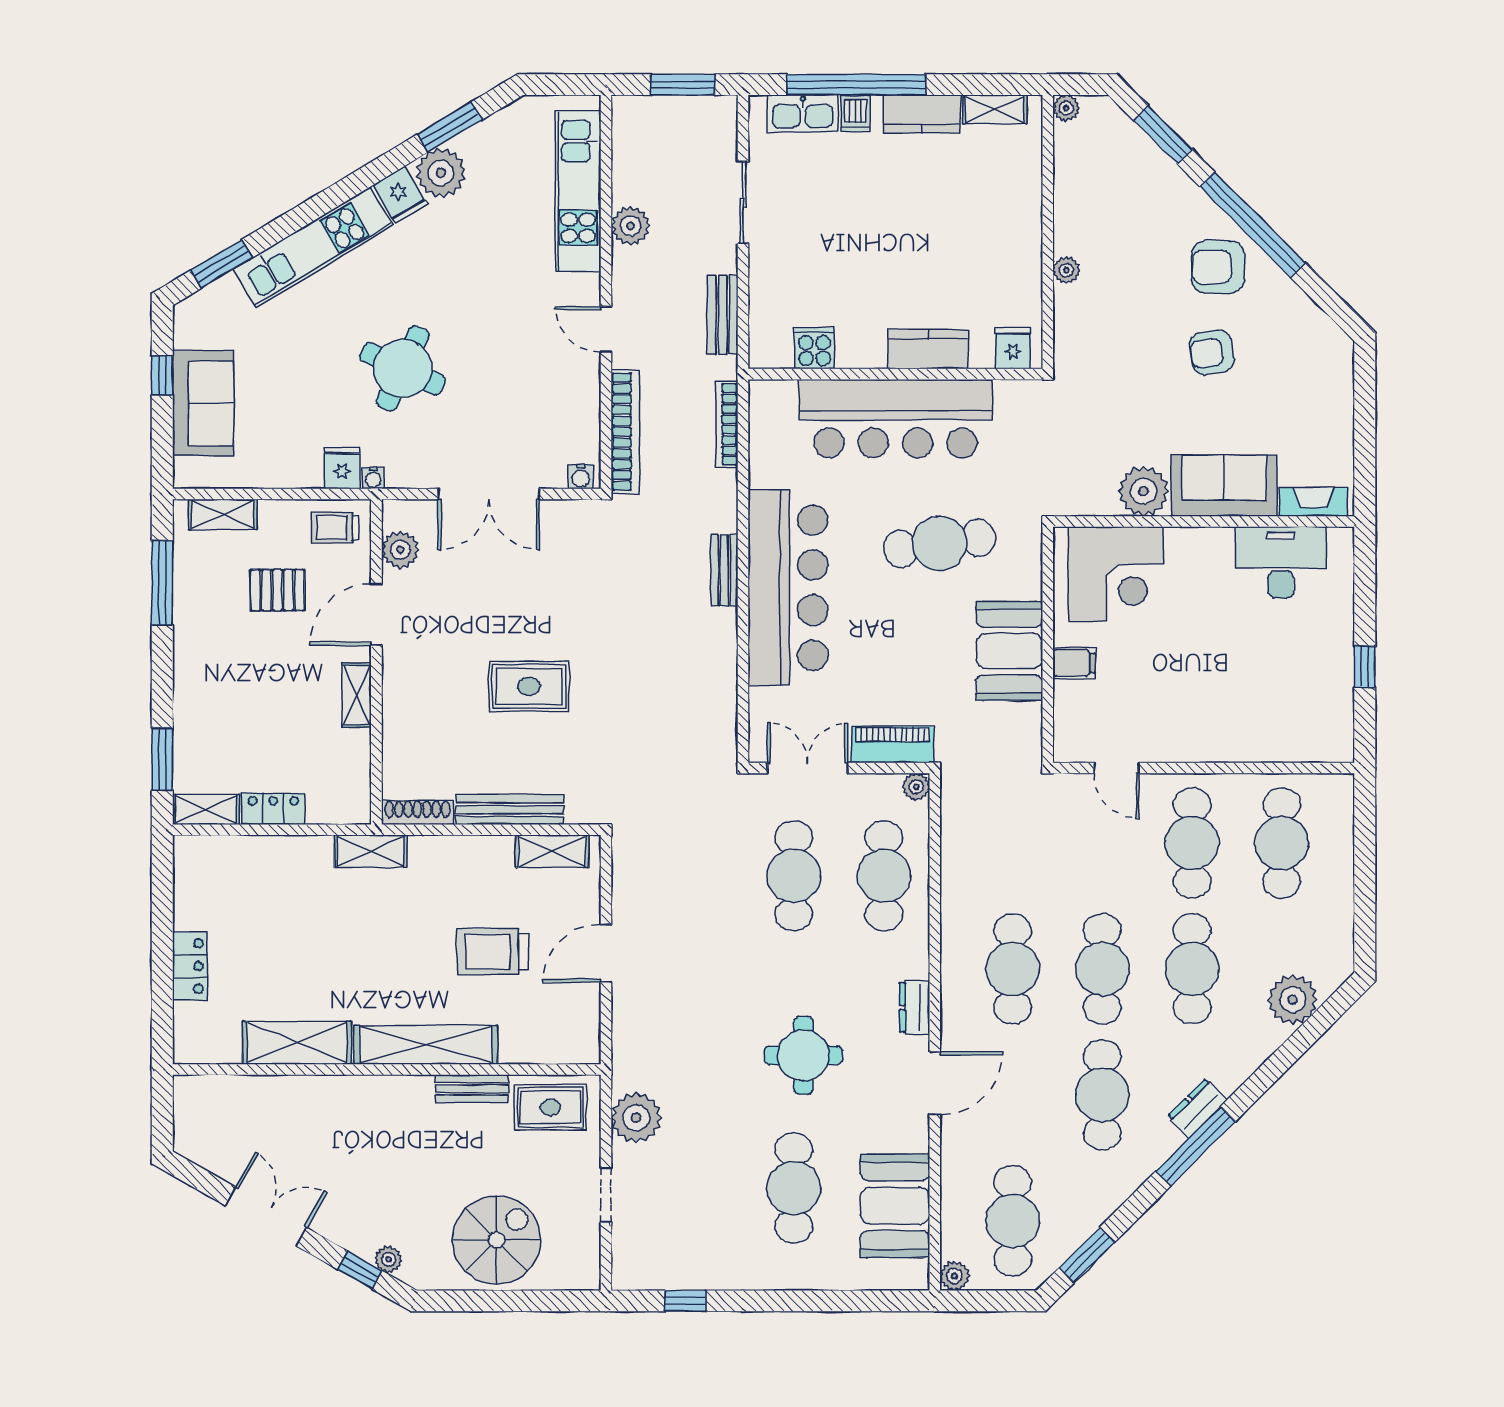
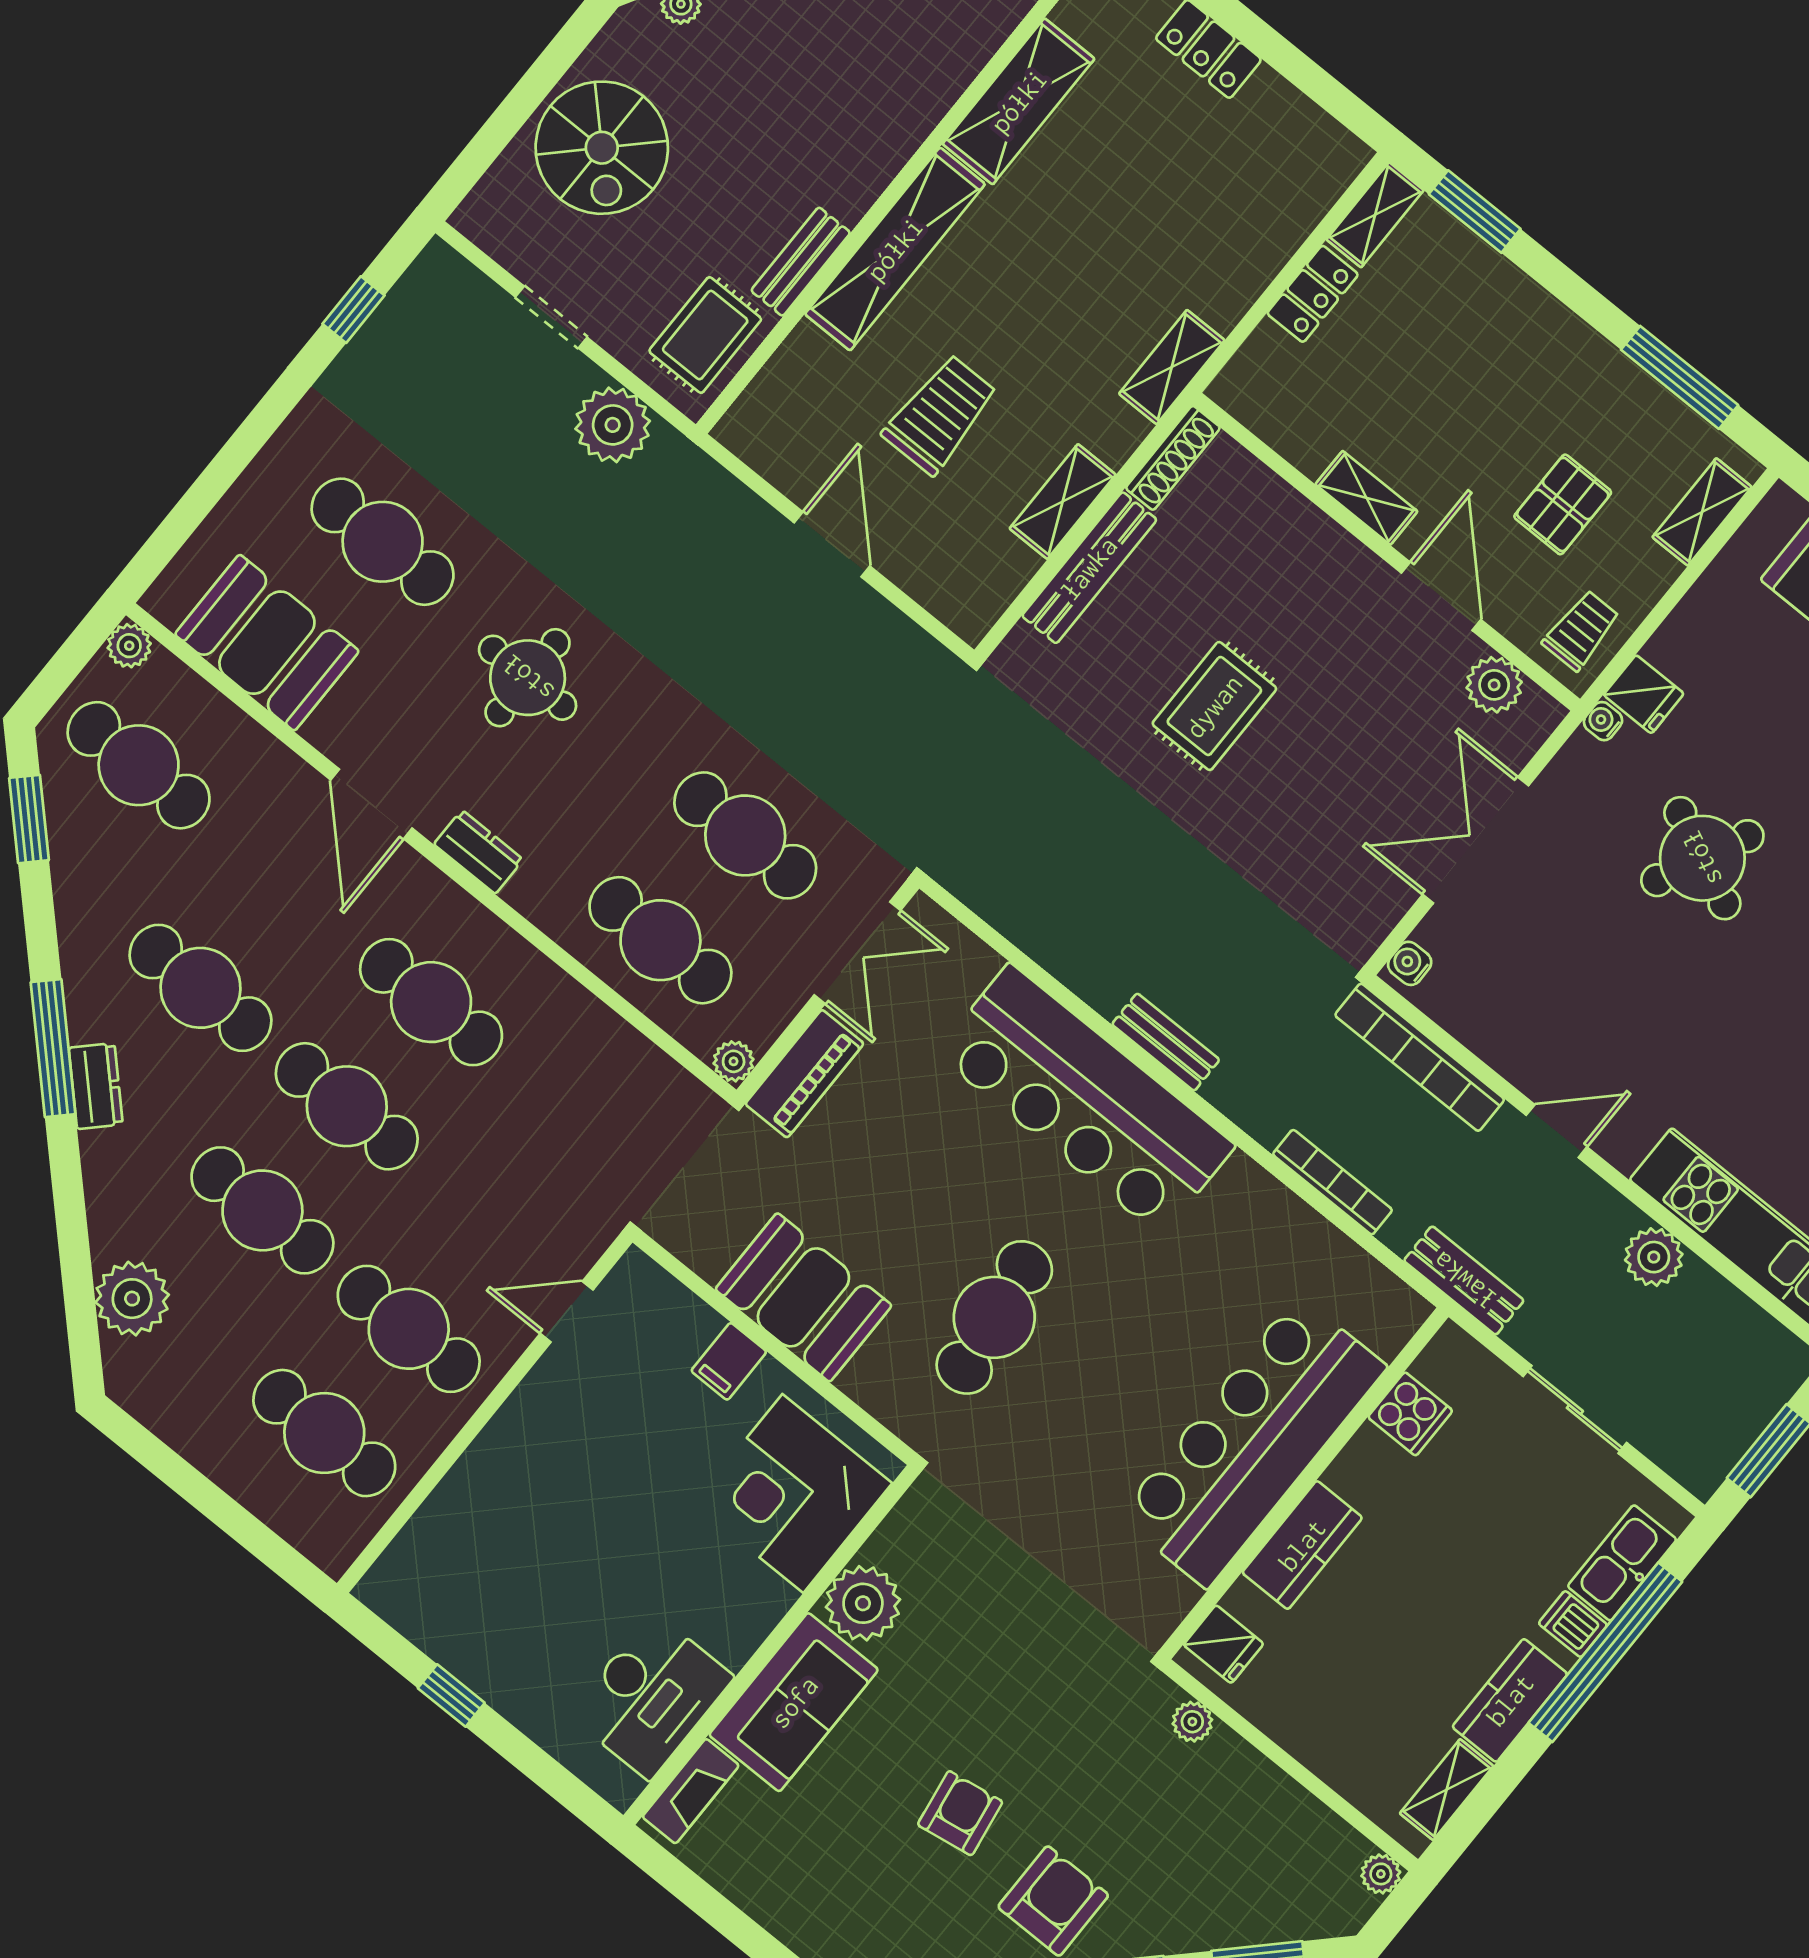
cooker: (815, 348) -> (1410, 1414), moved
fridge: (1013, 348) -> (1224, 1644), moved
kitchen counter: (928, 349) -> (1302, 1545), moved
wall: (895, 374) -> (1304, 1483), moved
bar counter: (896, 419) -> (1252, 1442), moved
shelving: (552, 851) -> (1063, 502), moved

